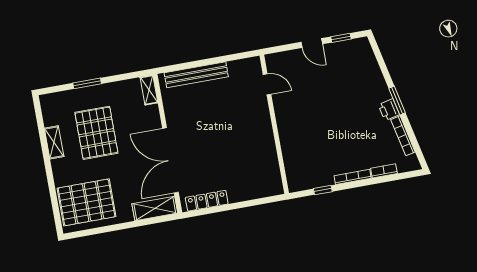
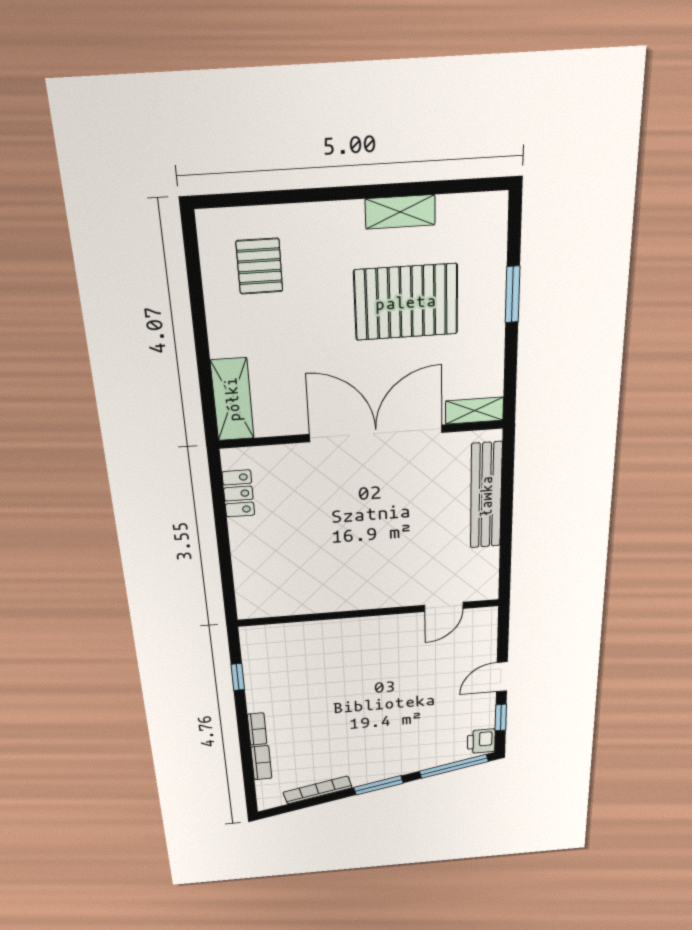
window: (380, 58) -> (454, 766), added
printer: (389, 110) -> (481, 741), moved, turned -78
double door: (170, 160) -> (376, 433), moved
bookcase: (353, 177) -> (257, 729), width x0.64
locker: (207, 201) -> (238, 494), width x0.66
pallet: (86, 202) -> (259, 266), width x0.49, depth x0.50

